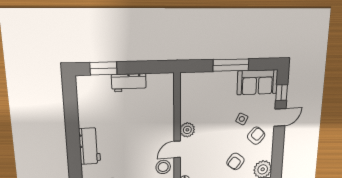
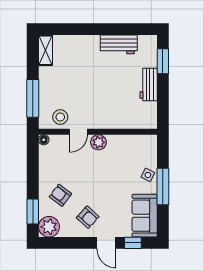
side table: (242, 119) -> (148, 175), moved
workbench: (90, 146) -> (119, 44), moved
door: (177, 149) -> (78, 132), swing flipped

